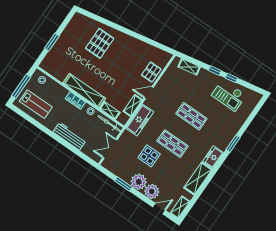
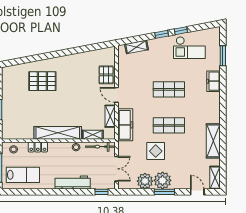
pallet: (100, 43) -> (42, 81), turned 90
door: (149, 93) -> (116, 95), hinge flipped
locker: (75, 100) -> (38, 147), moved
window: (233, 143) -> (223, 56), moved
double door: (110, 149) -> (116, 169), swing flipped
freezer: (213, 157) -> (214, 81), moved
window: (86, 158) -> (101, 192), added
window: (123, 184) -> (164, 192), moved
plant: (152, 191) -> (145, 181), moved
door: (159, 209) -> (197, 192), hinge flipped

